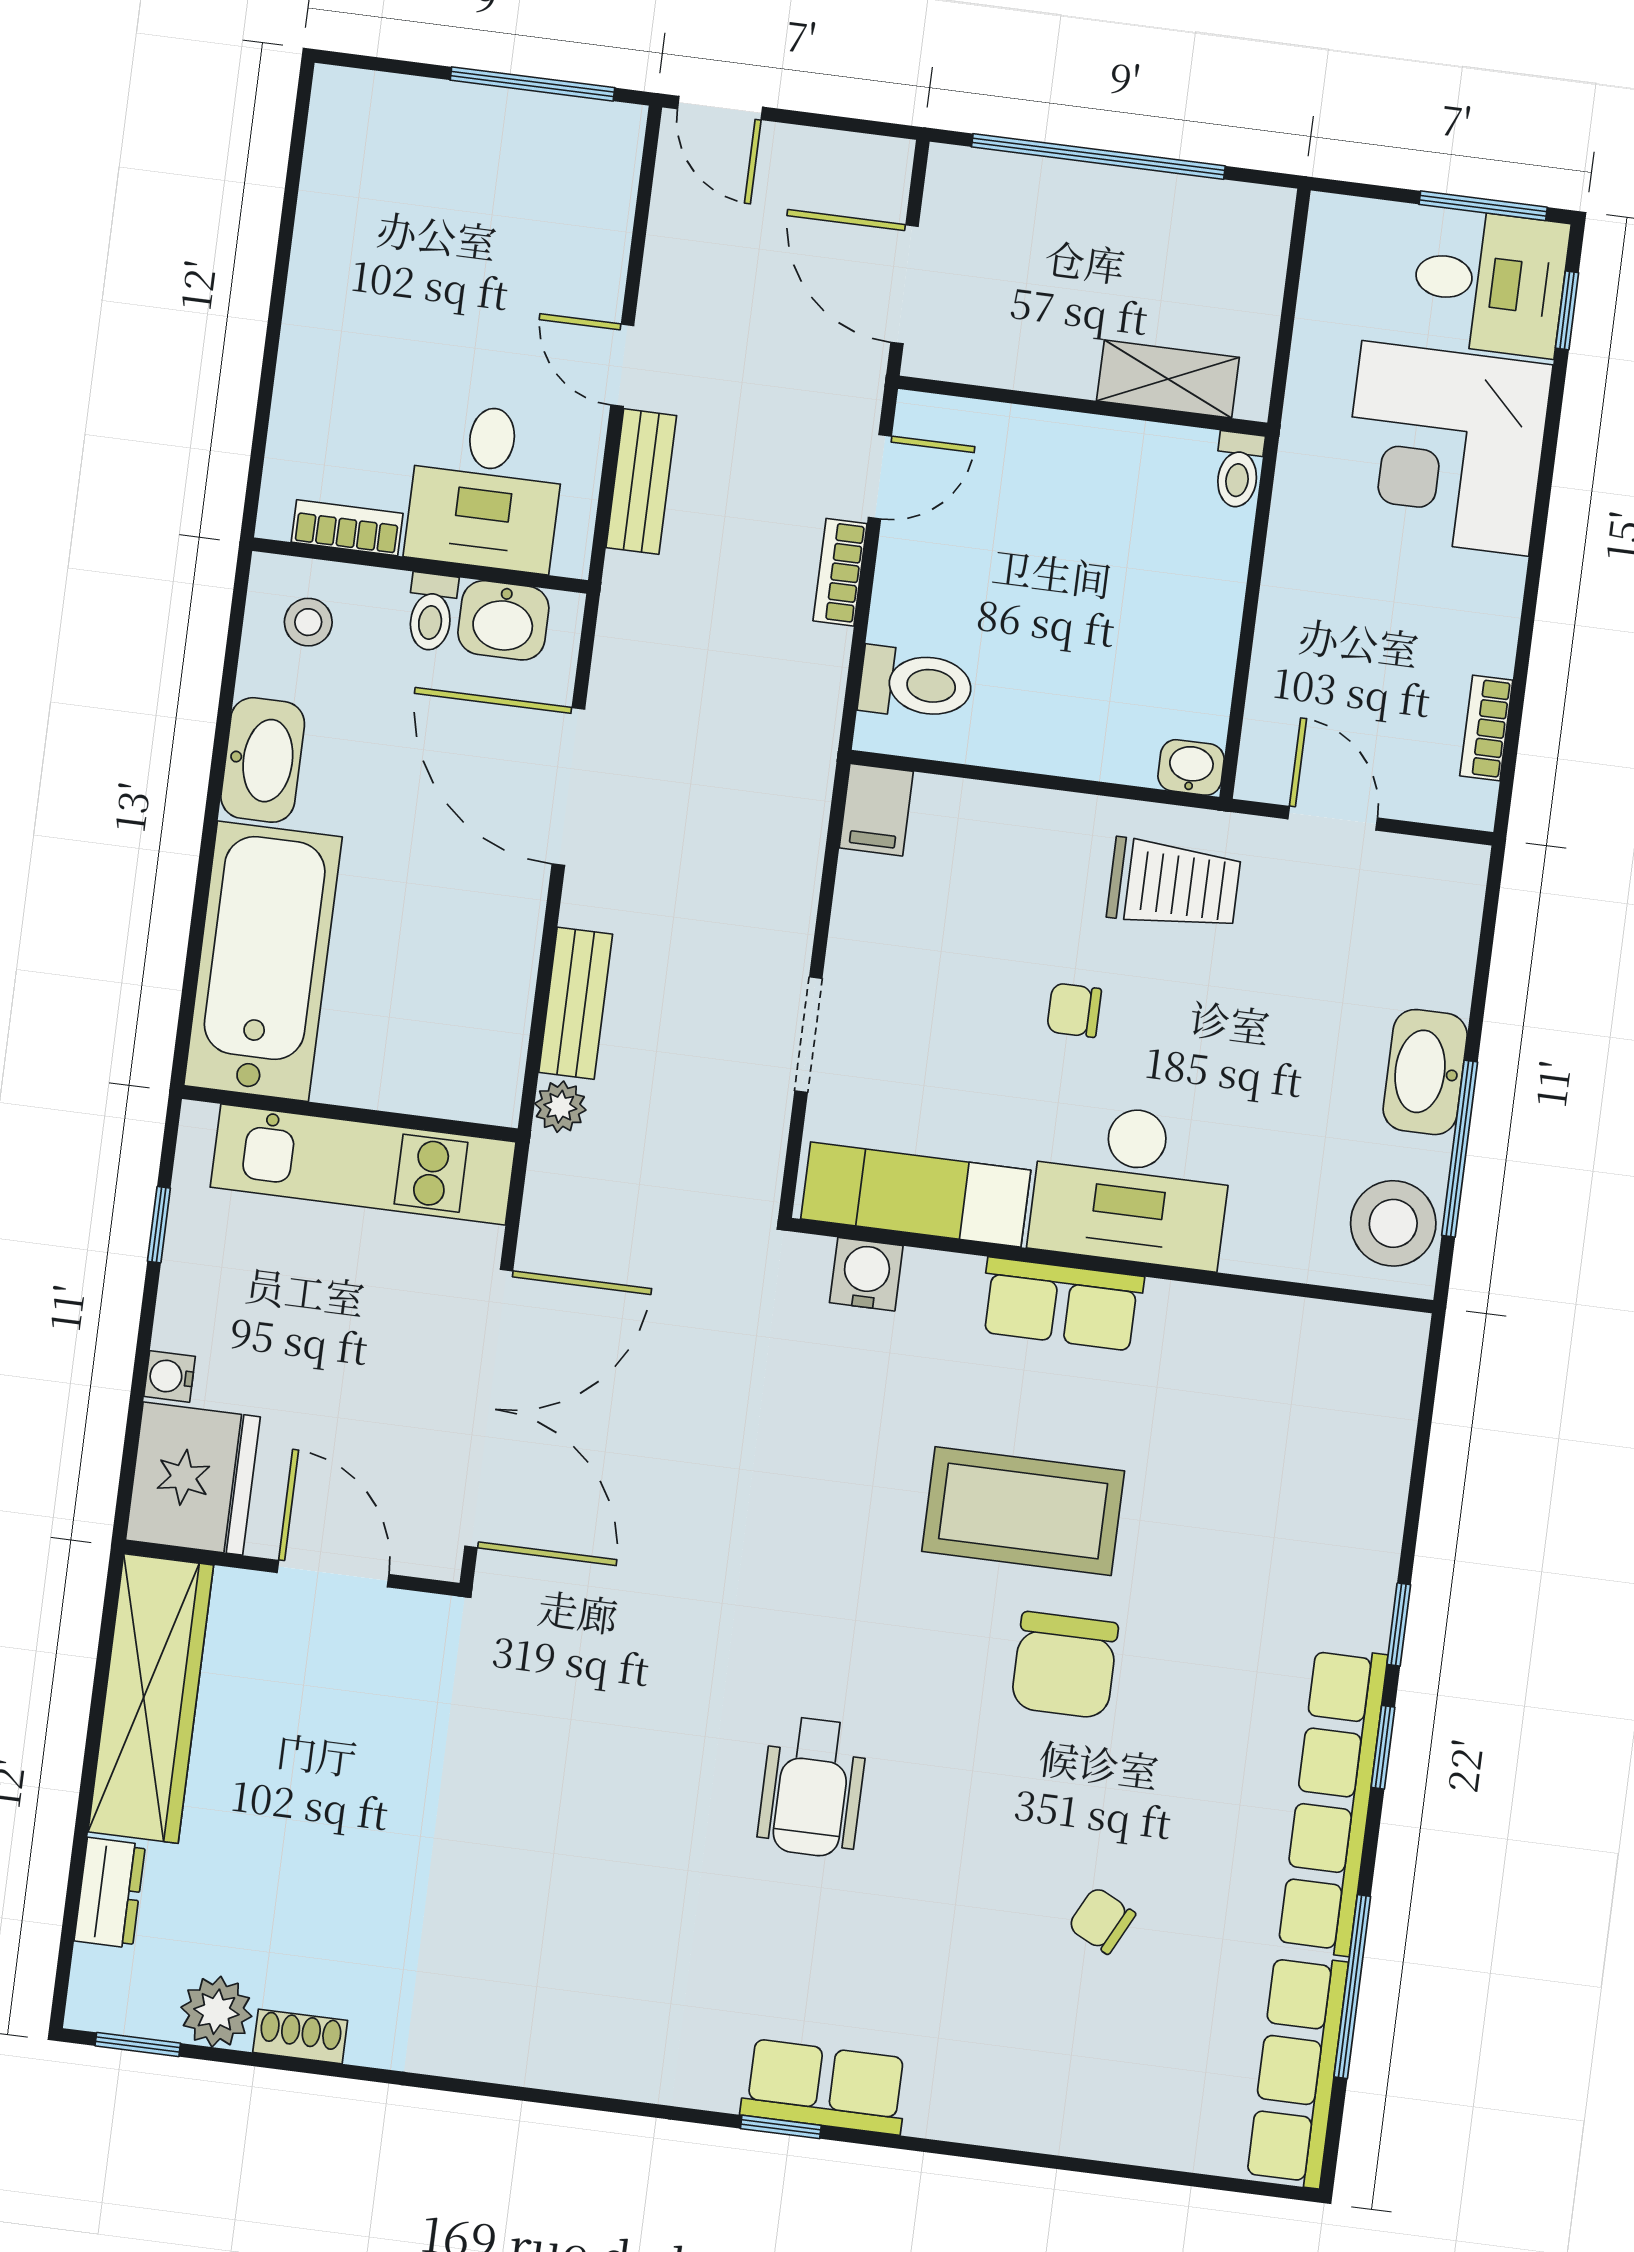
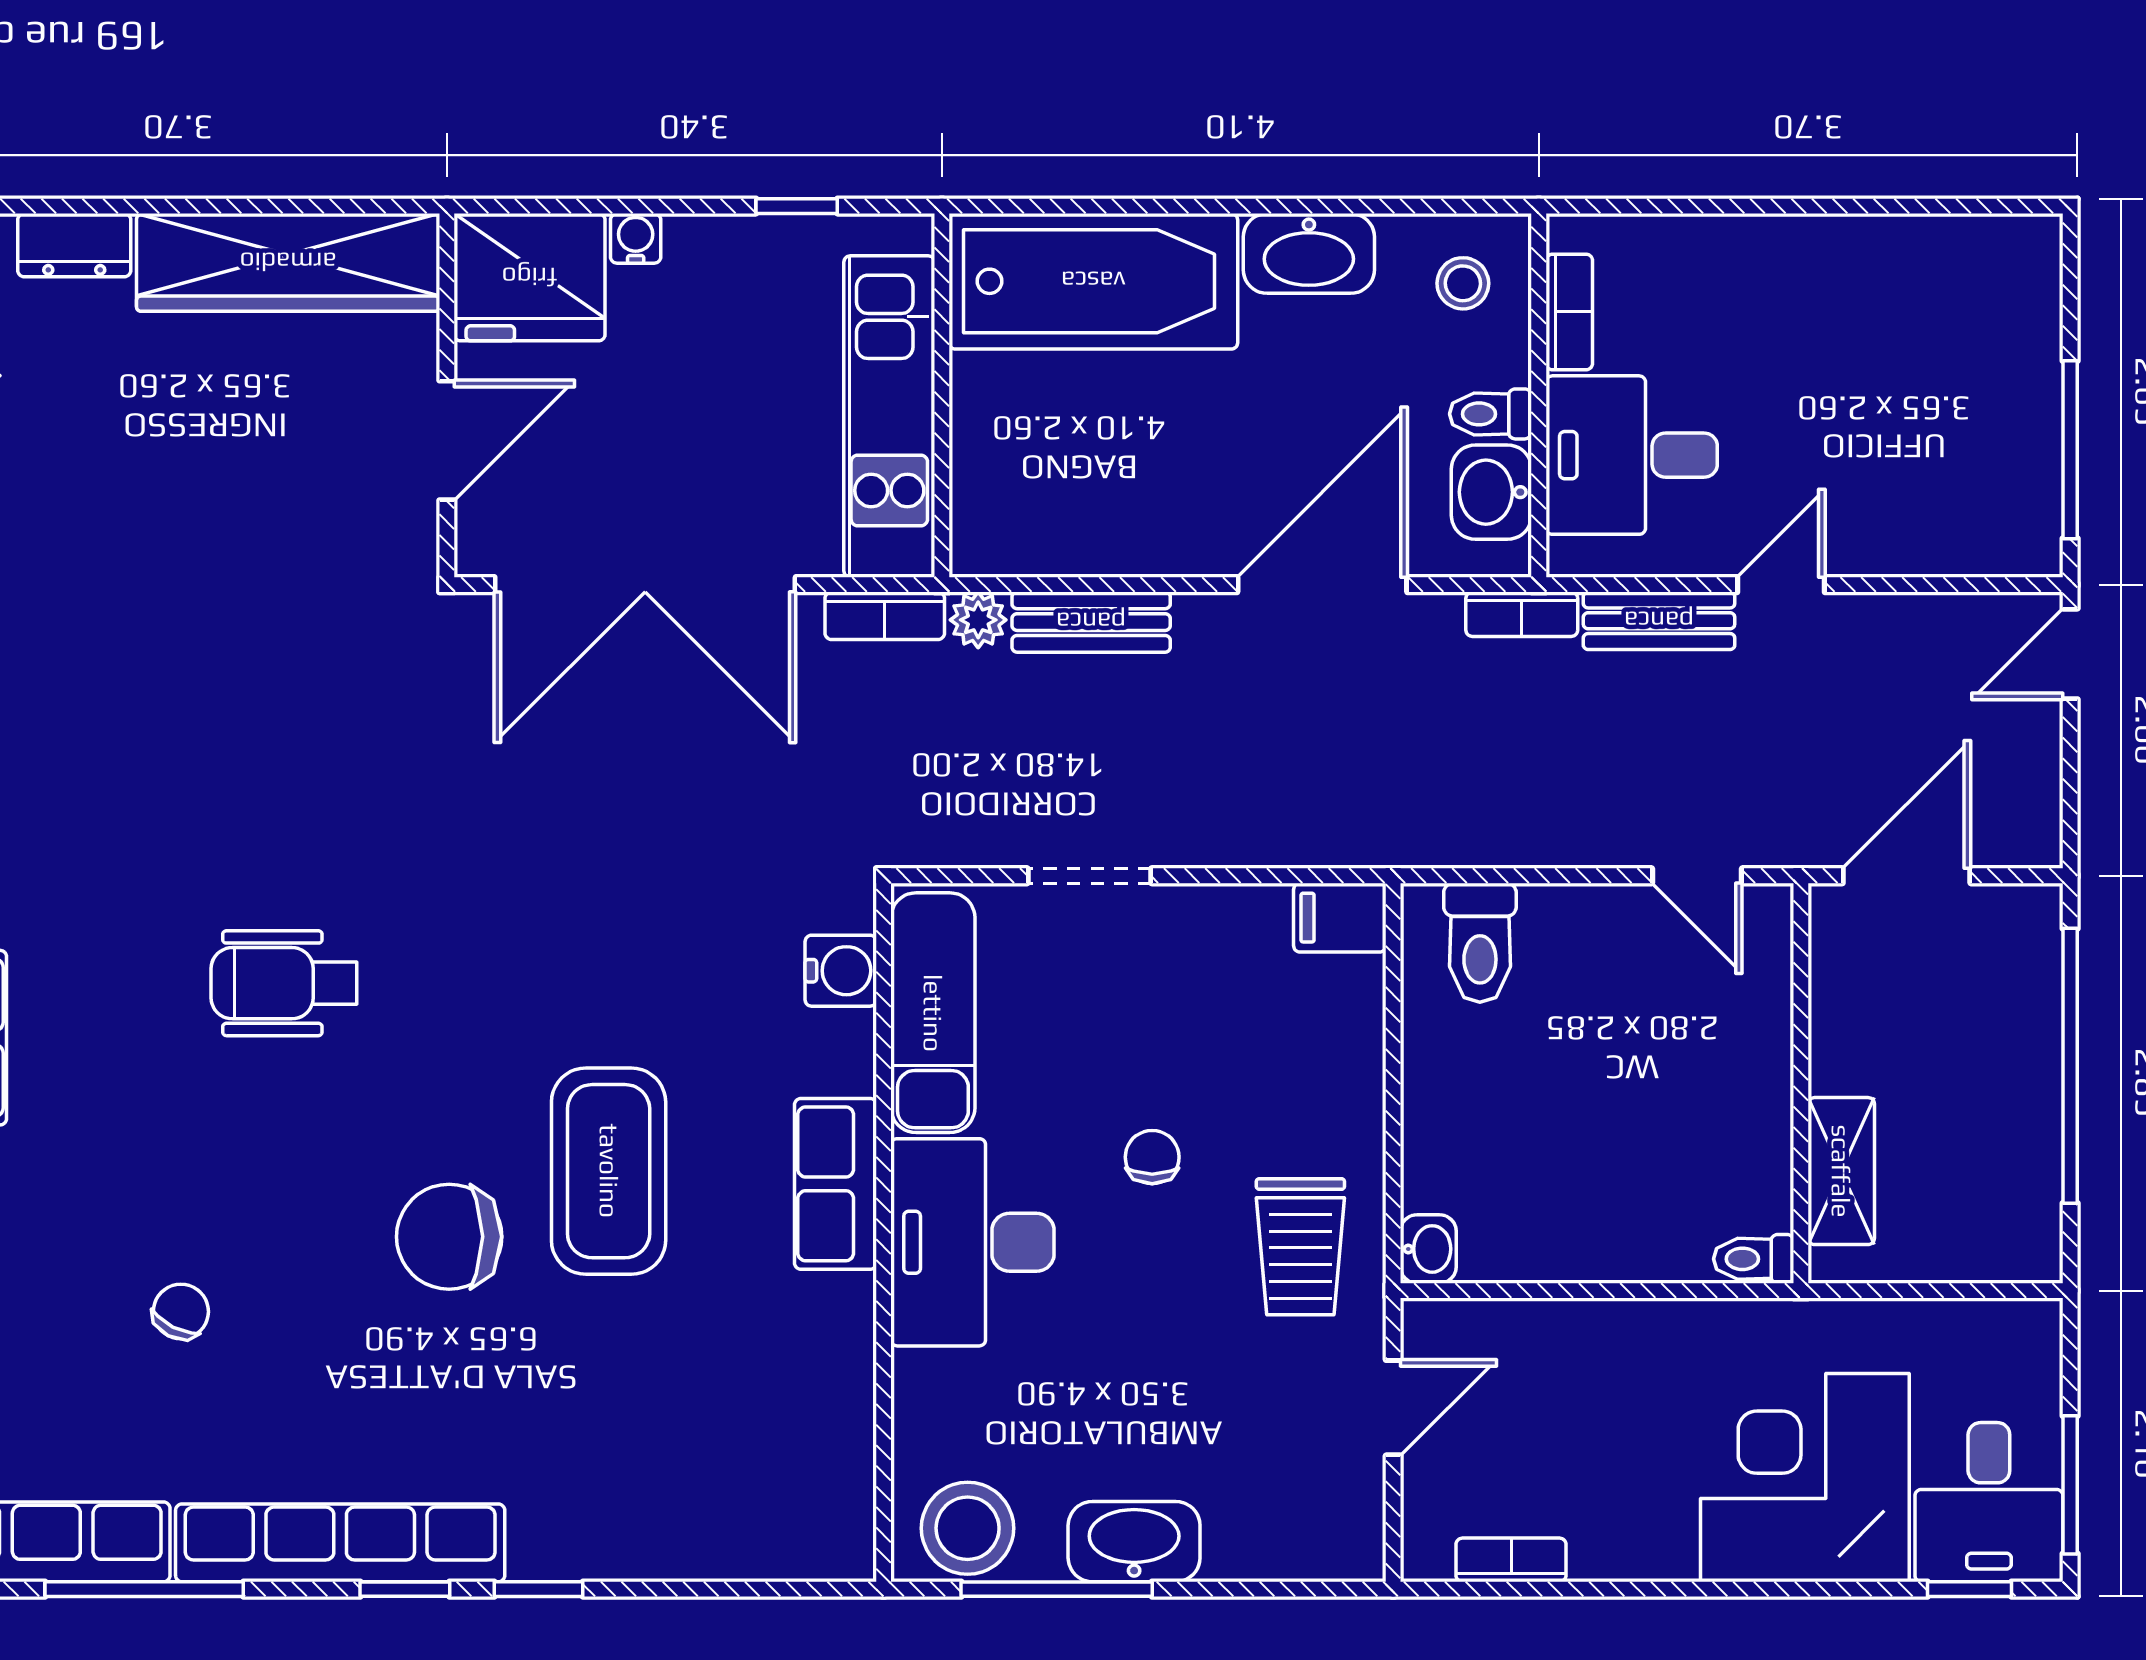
bookcase: (840, 572) -> (1522, 614), moved, turned 180
bookcase: (546, 1192) -> (885, 616), added

